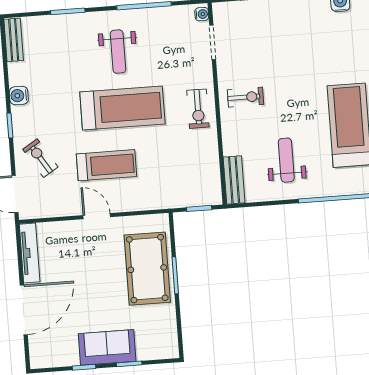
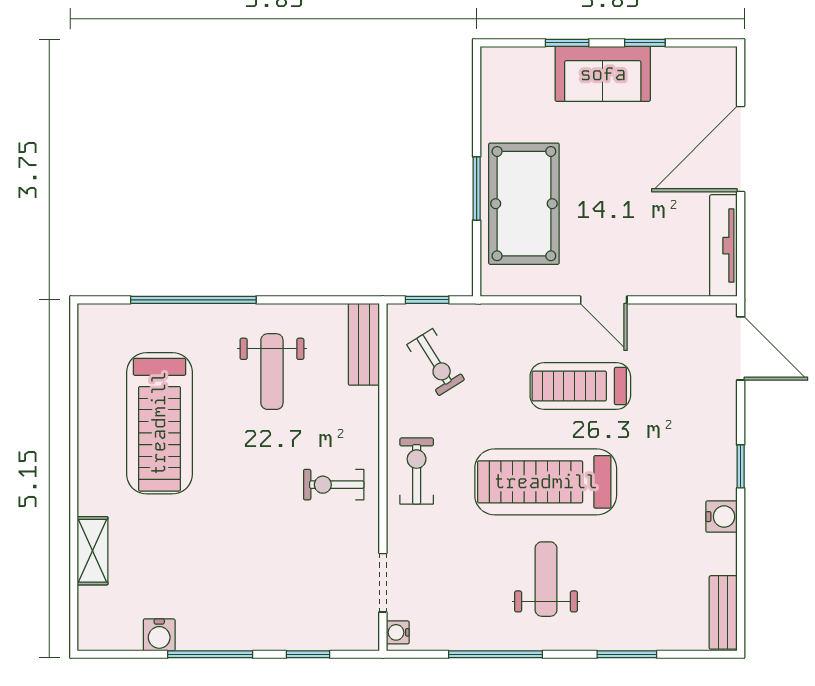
exercise bike: (40, 158) -> (436, 362), moved

